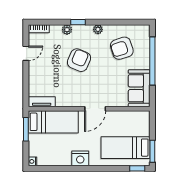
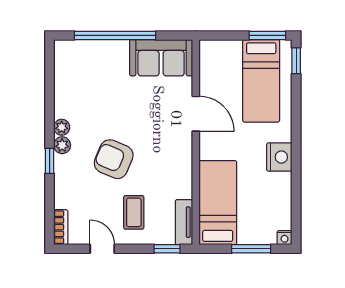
plant: (67, 30) -> (62, 145), moved
armchair: (122, 48) -> (94, 87), removed
coffee table: (47, 72) -> (134, 212), added
window: (26, 92) -> (167, 249), added
door: (95, 109) -> (196, 114), moved
window: (26, 129) -> (251, 249), moved

